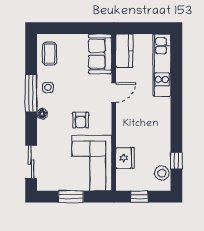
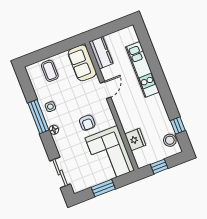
coffee table: (50, 54) -> (50, 71), moved
kitchen unit: (162, 65) -> (142, 69), moved

